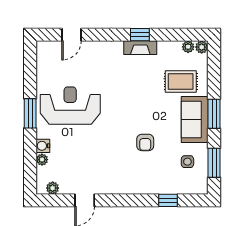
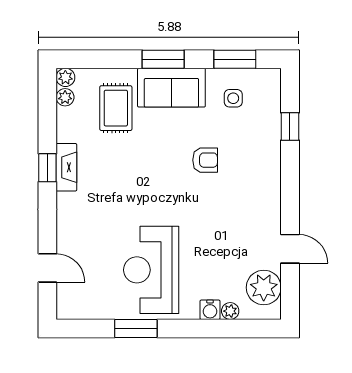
window: (30, 113) -> (136, 328), moved
plant: (53, 188) -> (264, 288), width x1.87, depth x1.87

